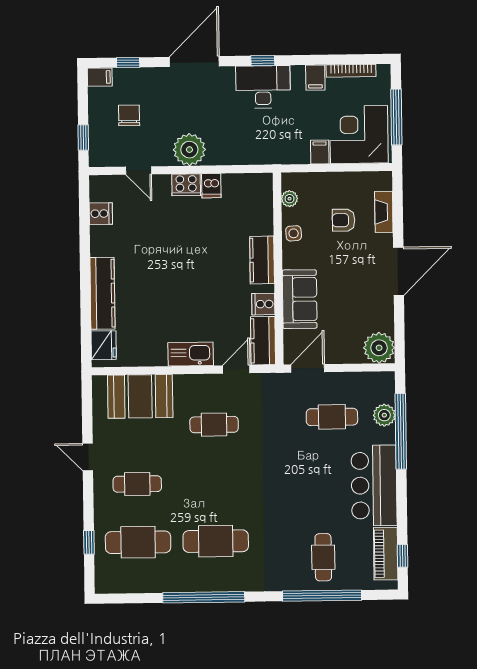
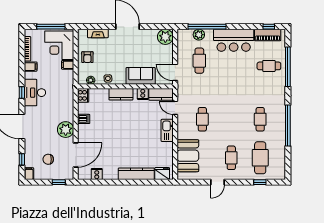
door: (139, 171) -> (76, 155), width x1.87
cooker: (186, 185) -> (83, 95), moved
armchair: (344, 220) -> (87, 57), moved
cafe table: (216, 541) -> (260, 119), width x0.73, depth x0.74

